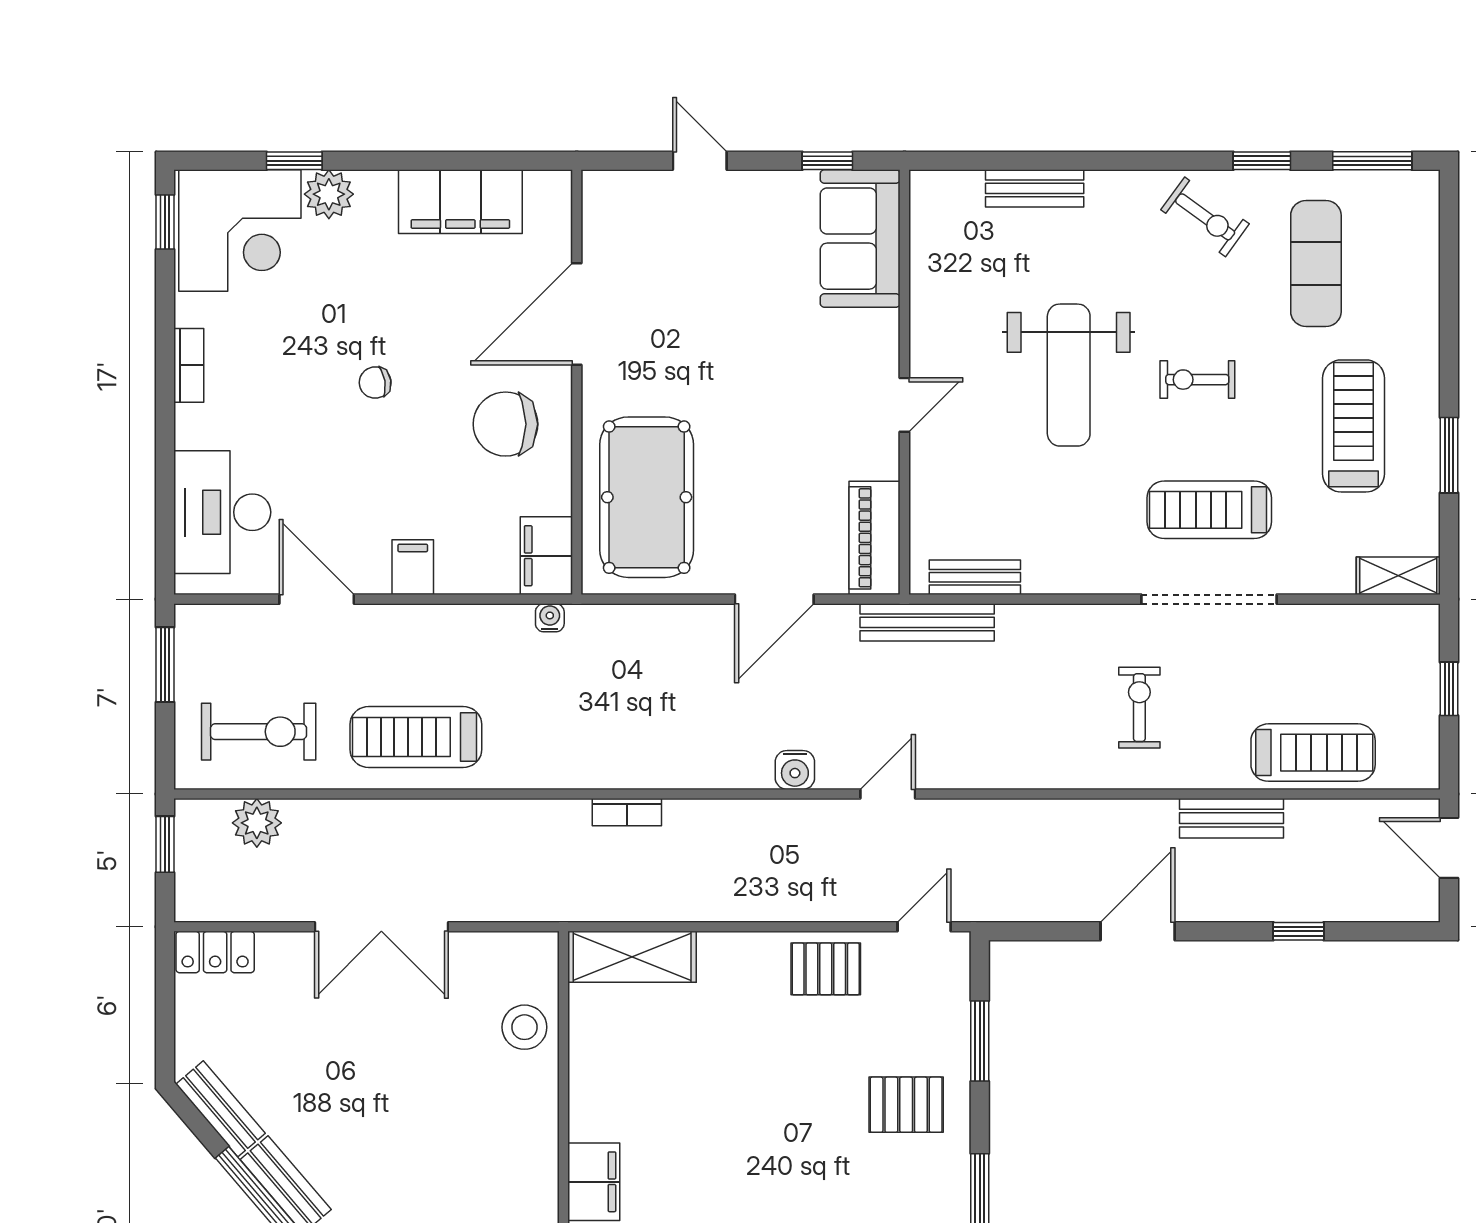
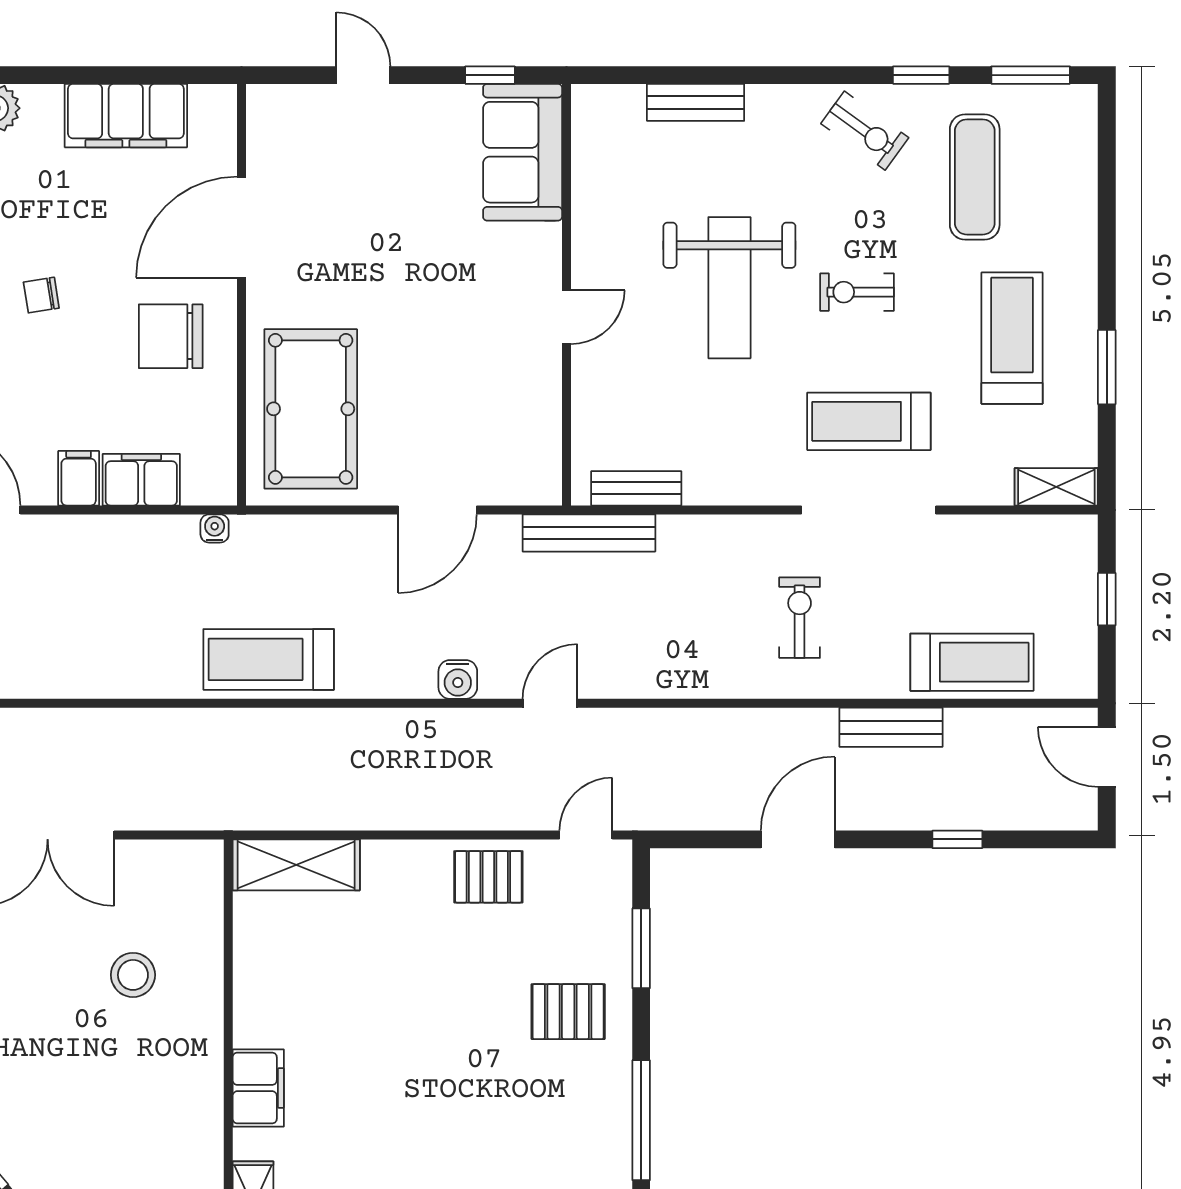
piano: (875, 538) -> (537, 449), removed
filing cabinet: (546, 556) -> (141, 480), moved, turned 90
treadmill: (416, 737) -> (269, 659), moved
bookcase: (627, 812) -> (291, 721), removed
stool: (524, 1027) -> (133, 975), moved

